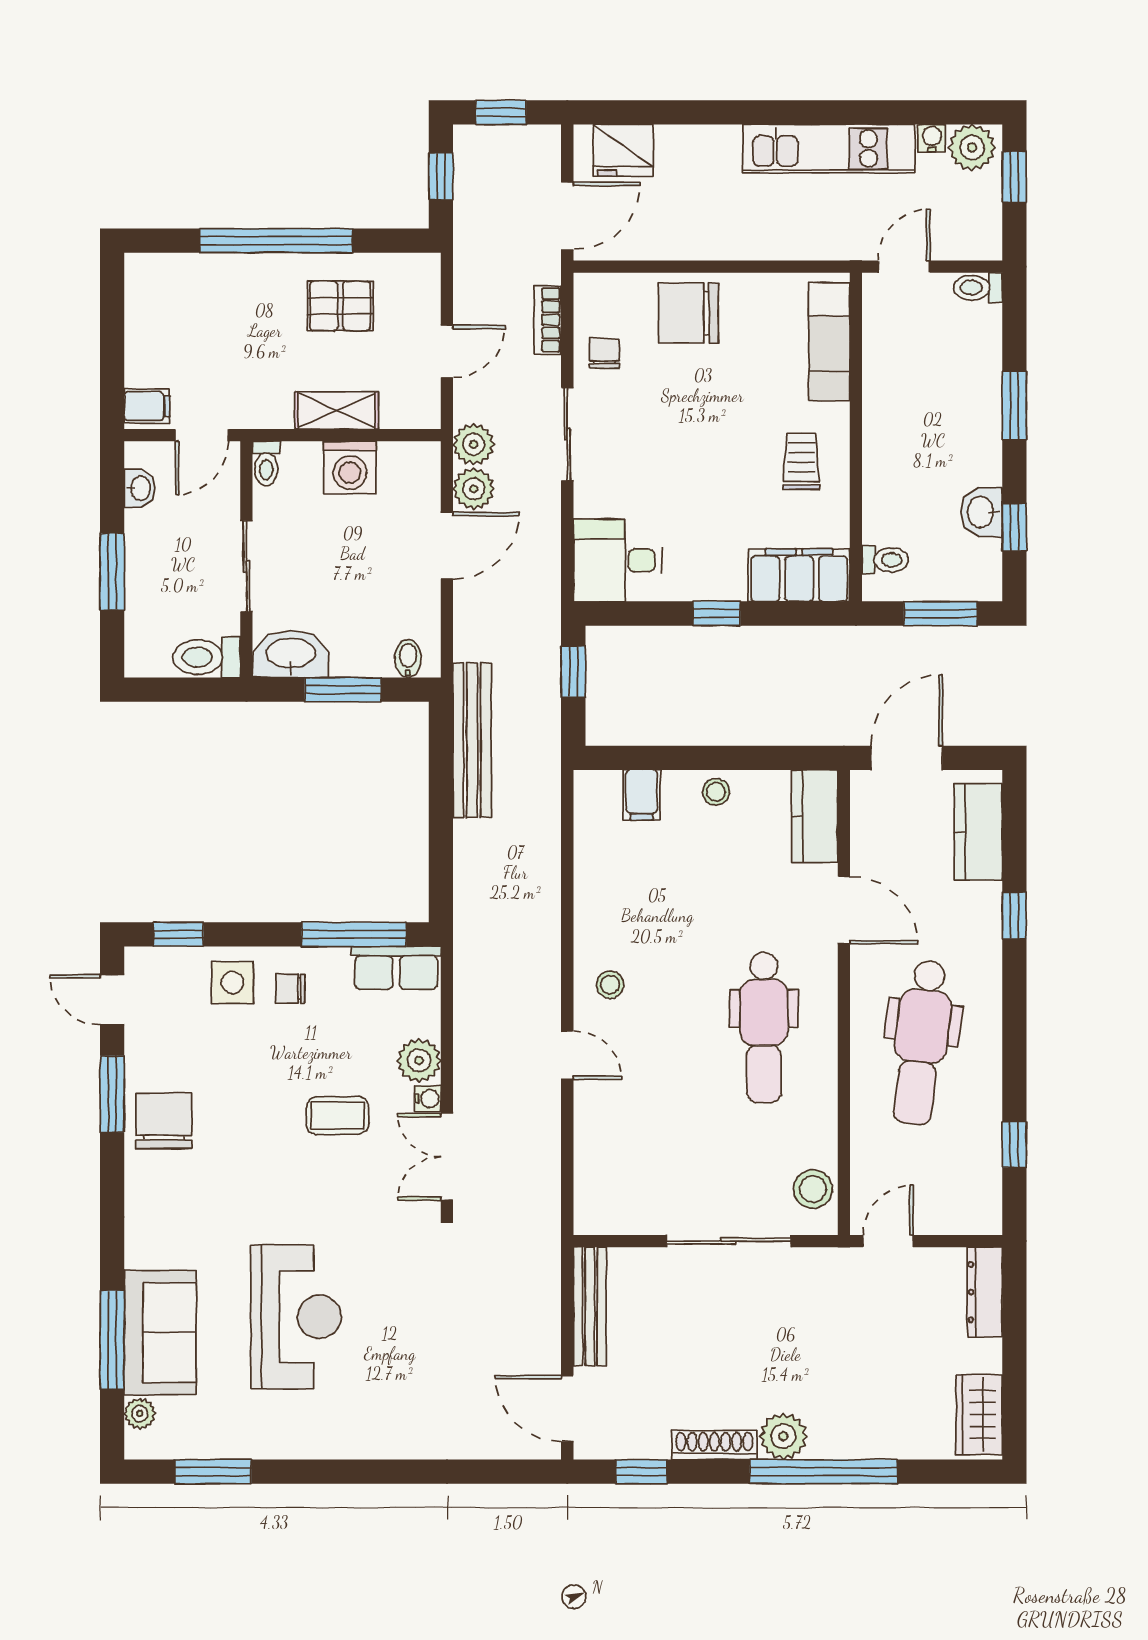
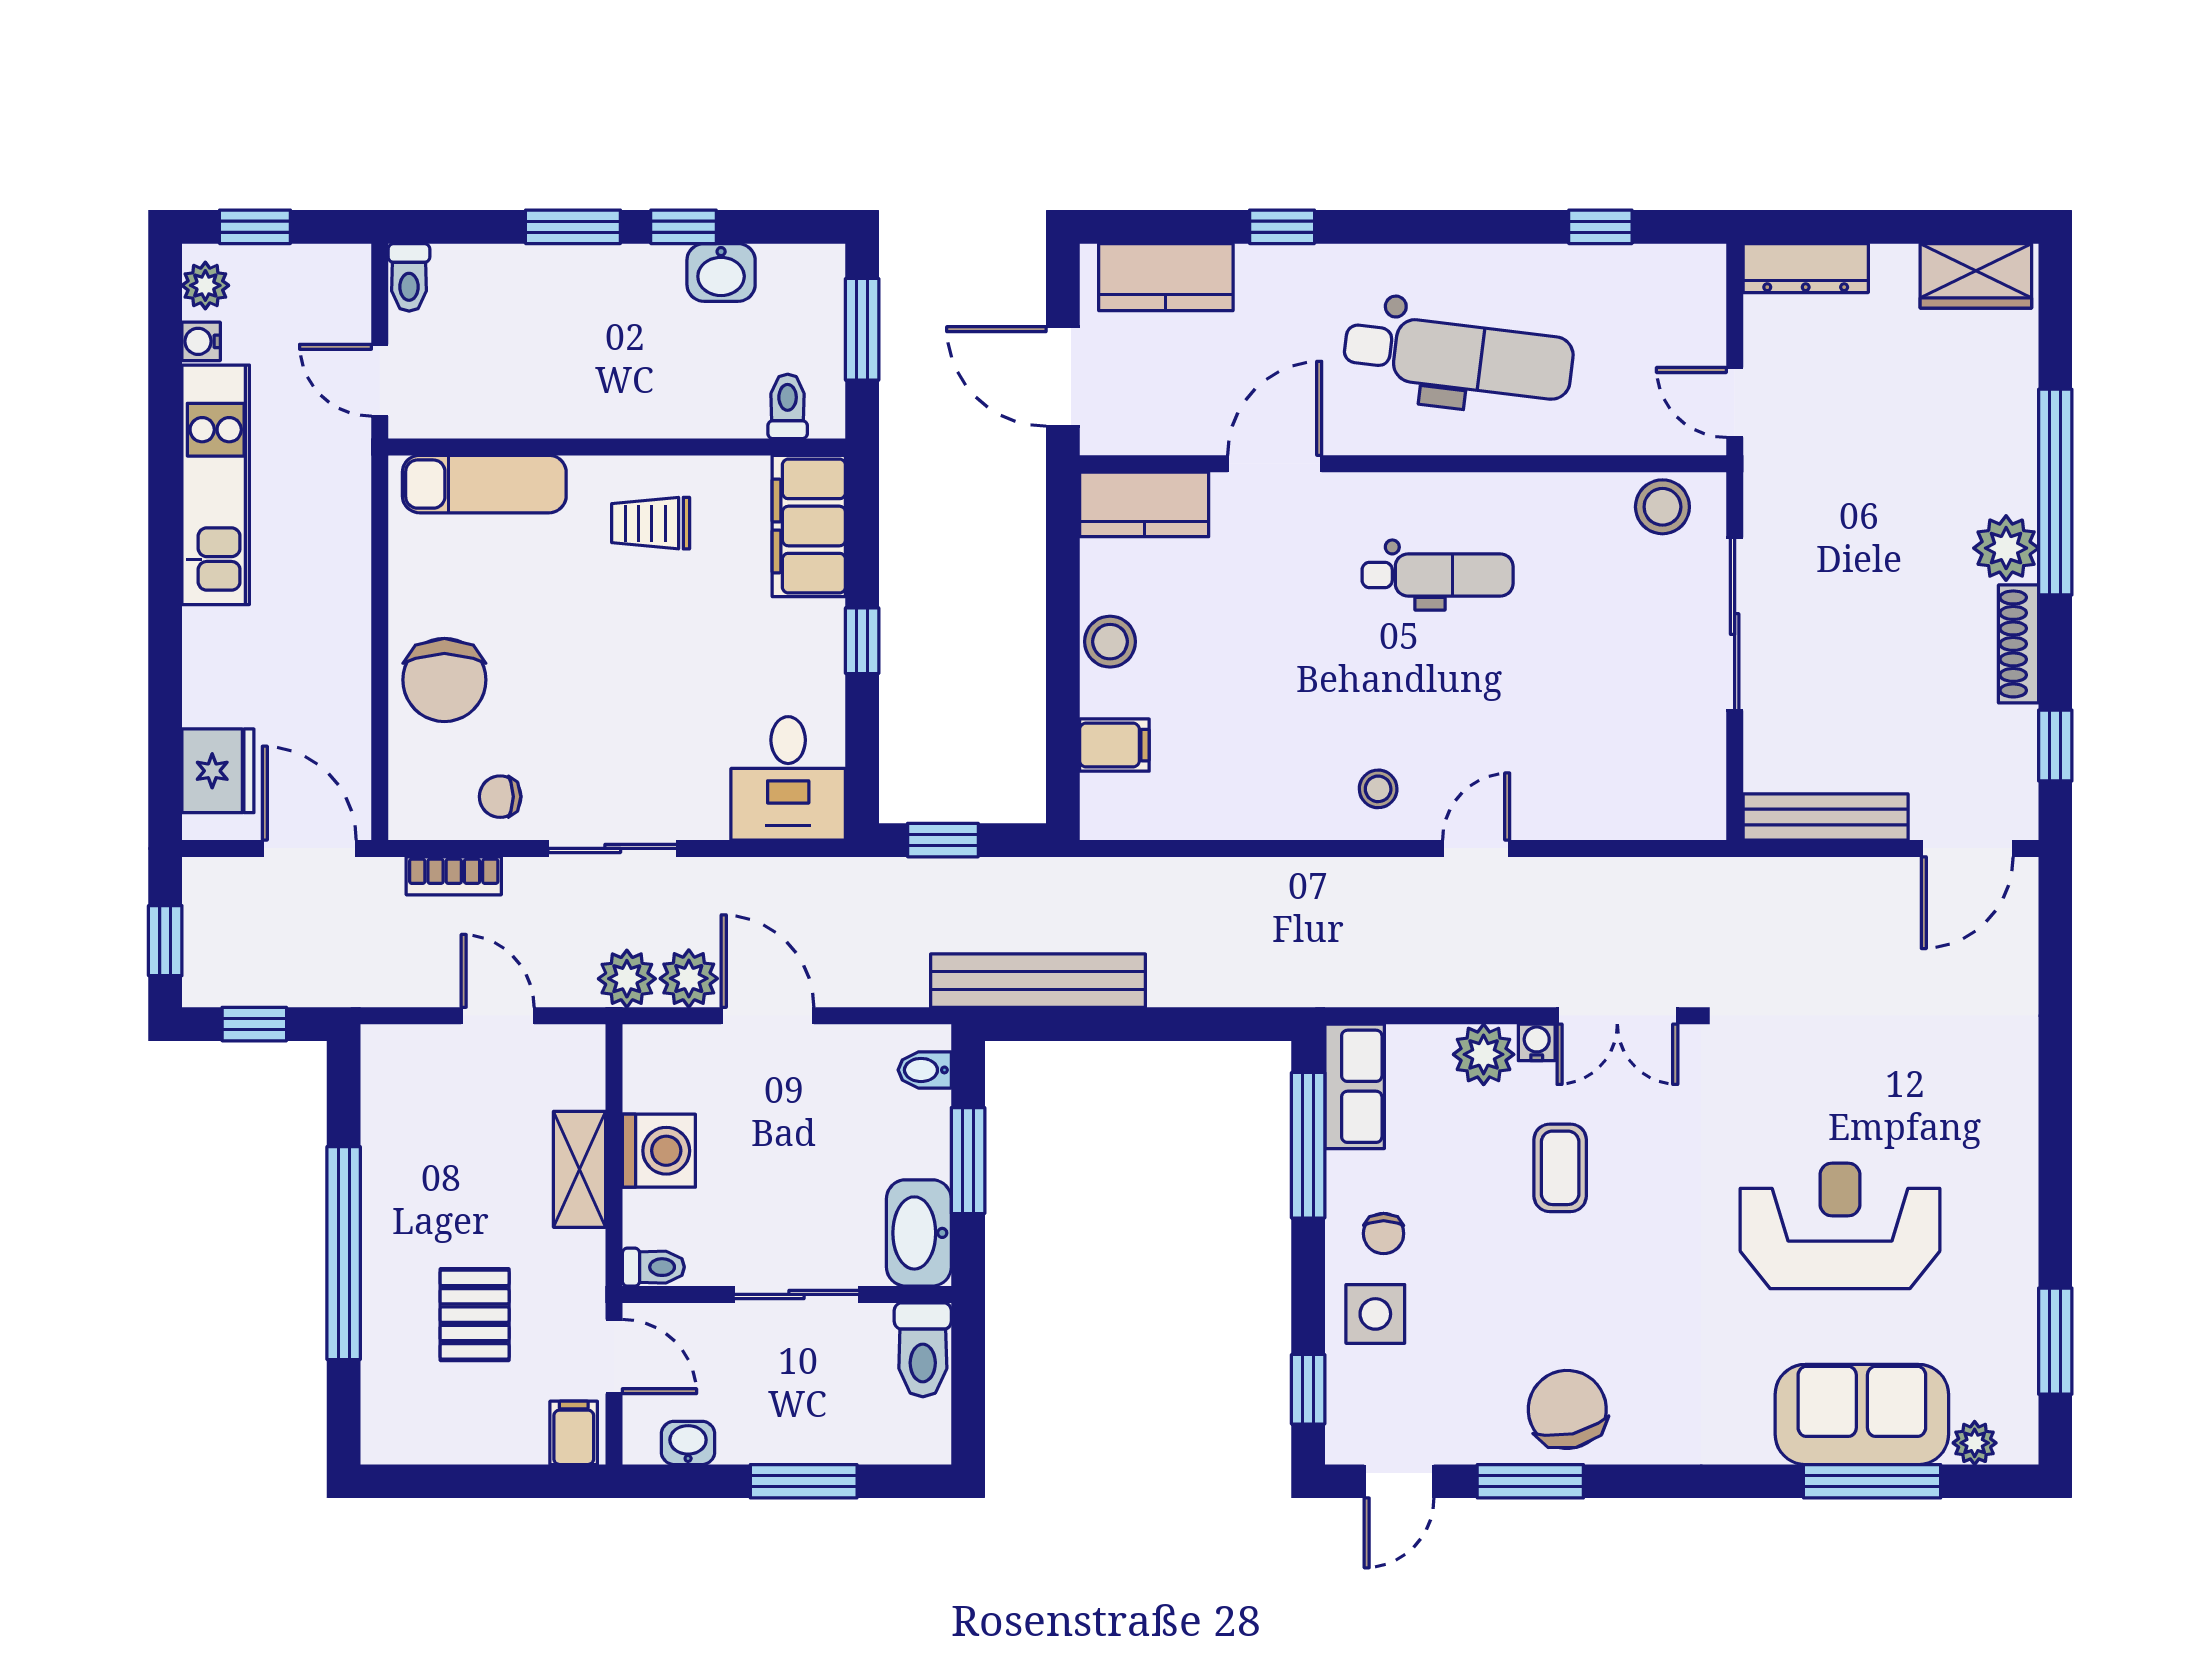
plant: (972, 148) -> (205, 285), width x0.73, depth x0.73
pallet: (340, 306) -> (475, 1315), moved
window: (1014, 527) -> (683, 227), moved
stool: (716, 792) -> (1110, 642), width x1.37, depth x1.37
dental chair: (764, 1027) -> (1438, 575), width x0.73, depth x0.72
chair: (164, 1121) -> (1567, 1409), turned 77

